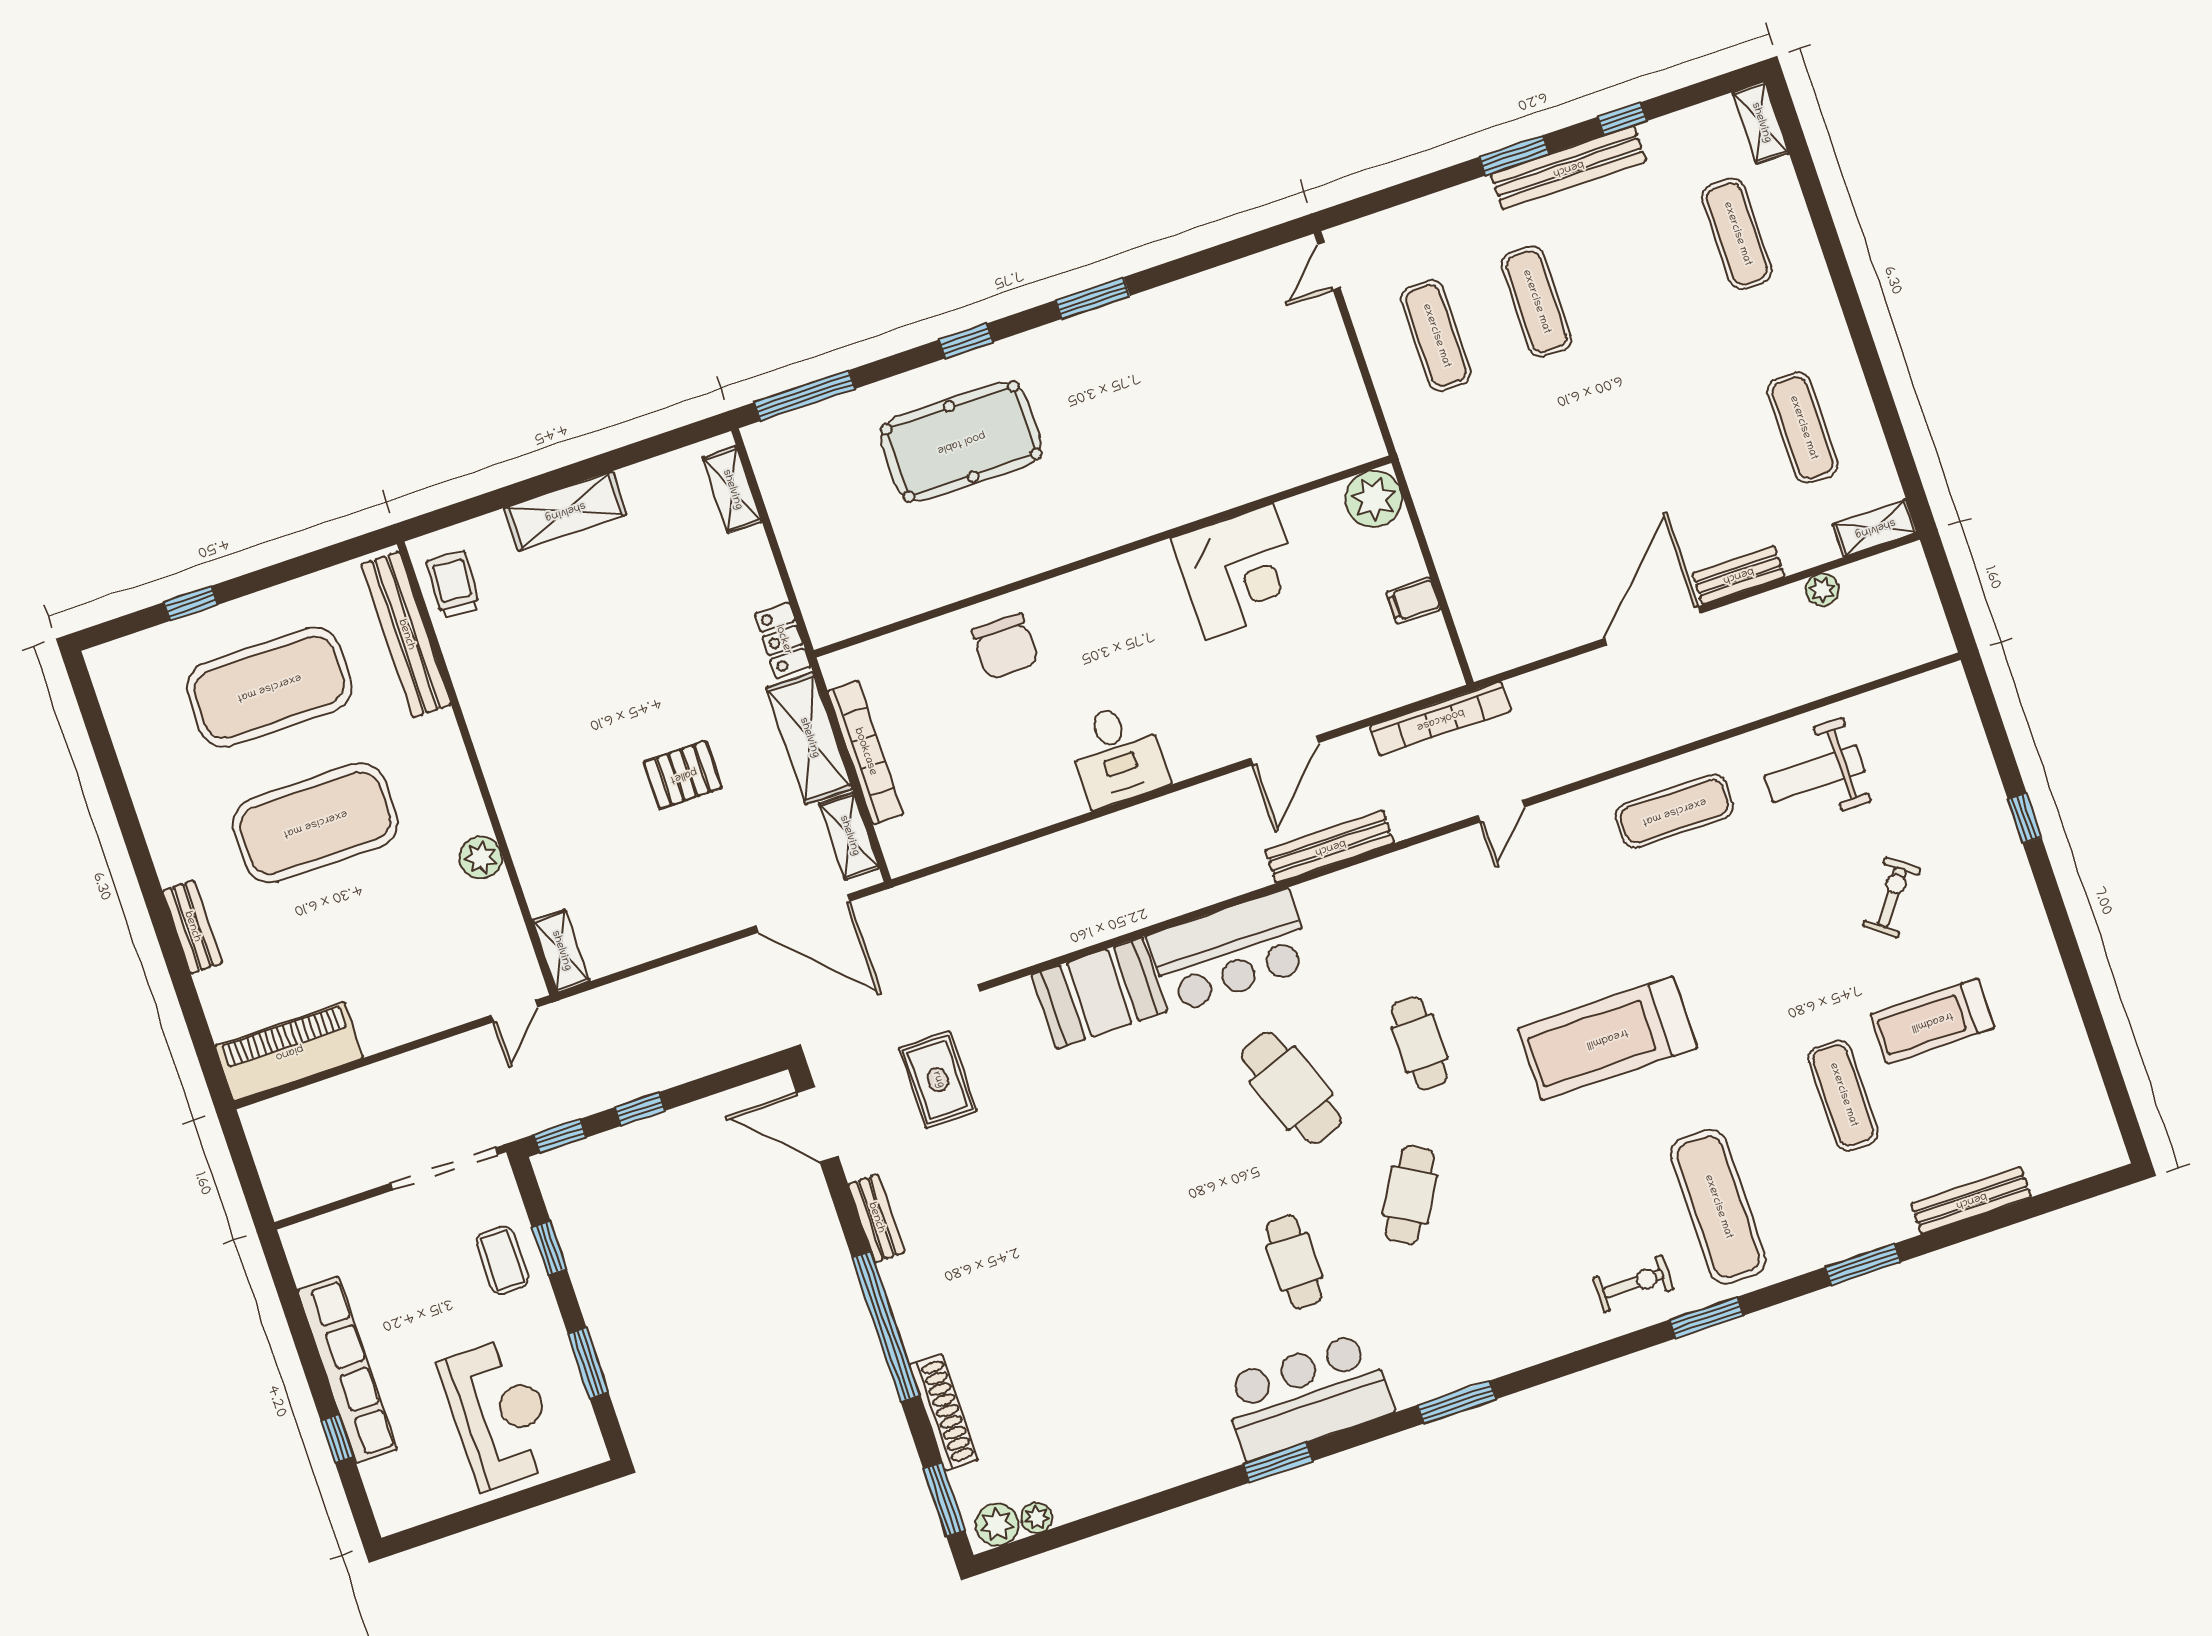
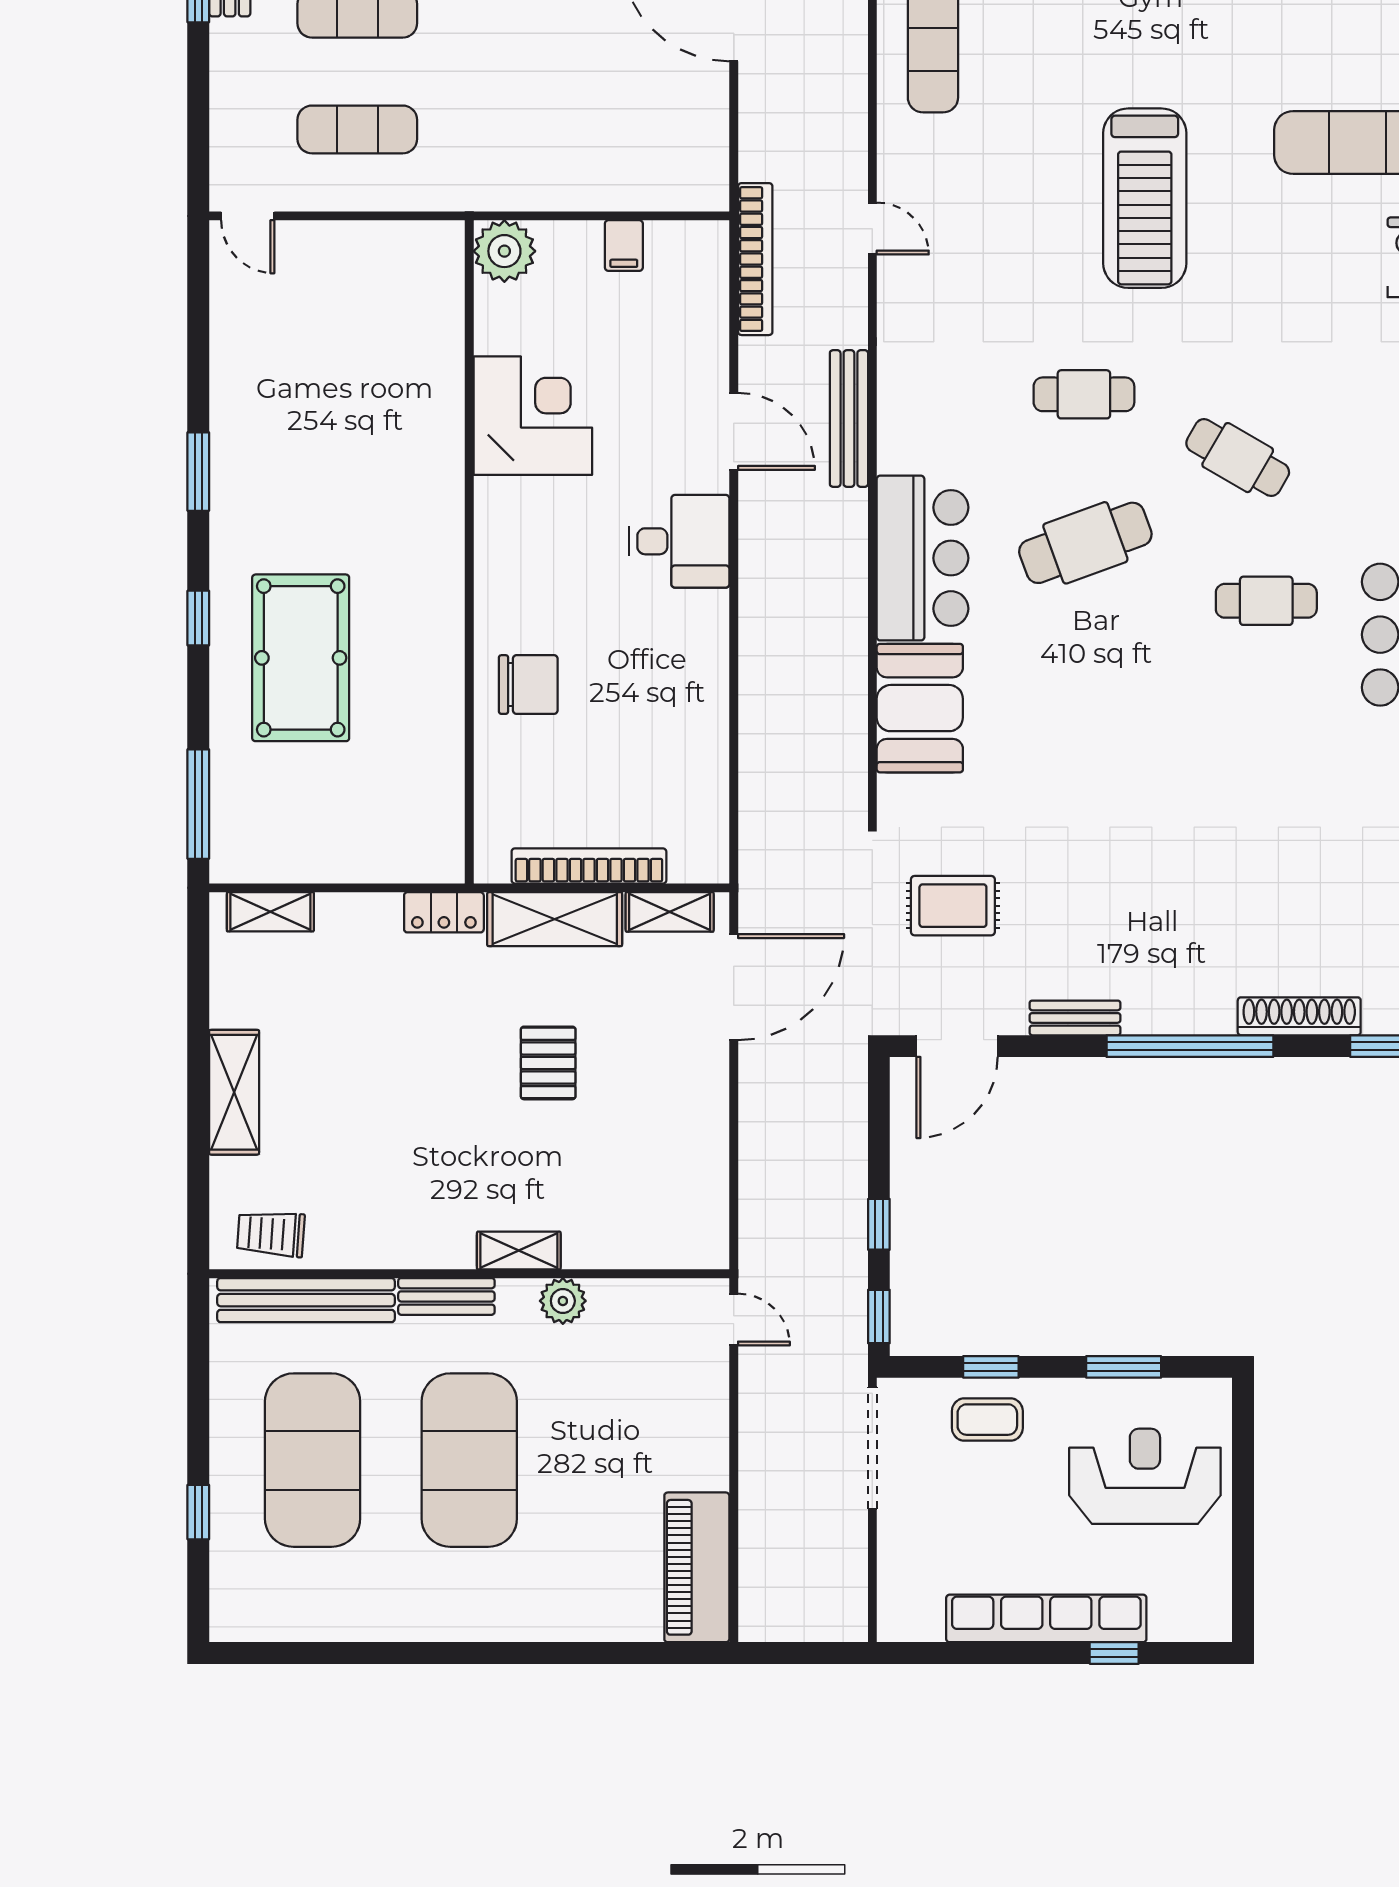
desk: (1117, 755) -> (679, 541), moved
bench: (192, 927) -> (446, 1296), moved
shelving: (561, 951) -> (519, 1251), moved

